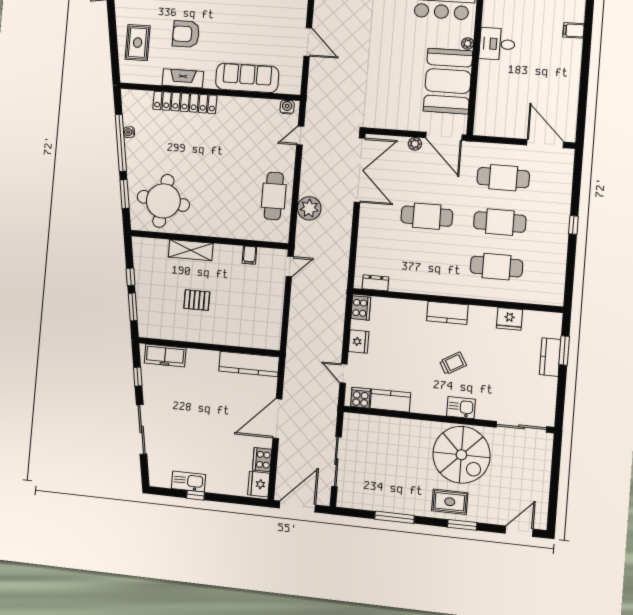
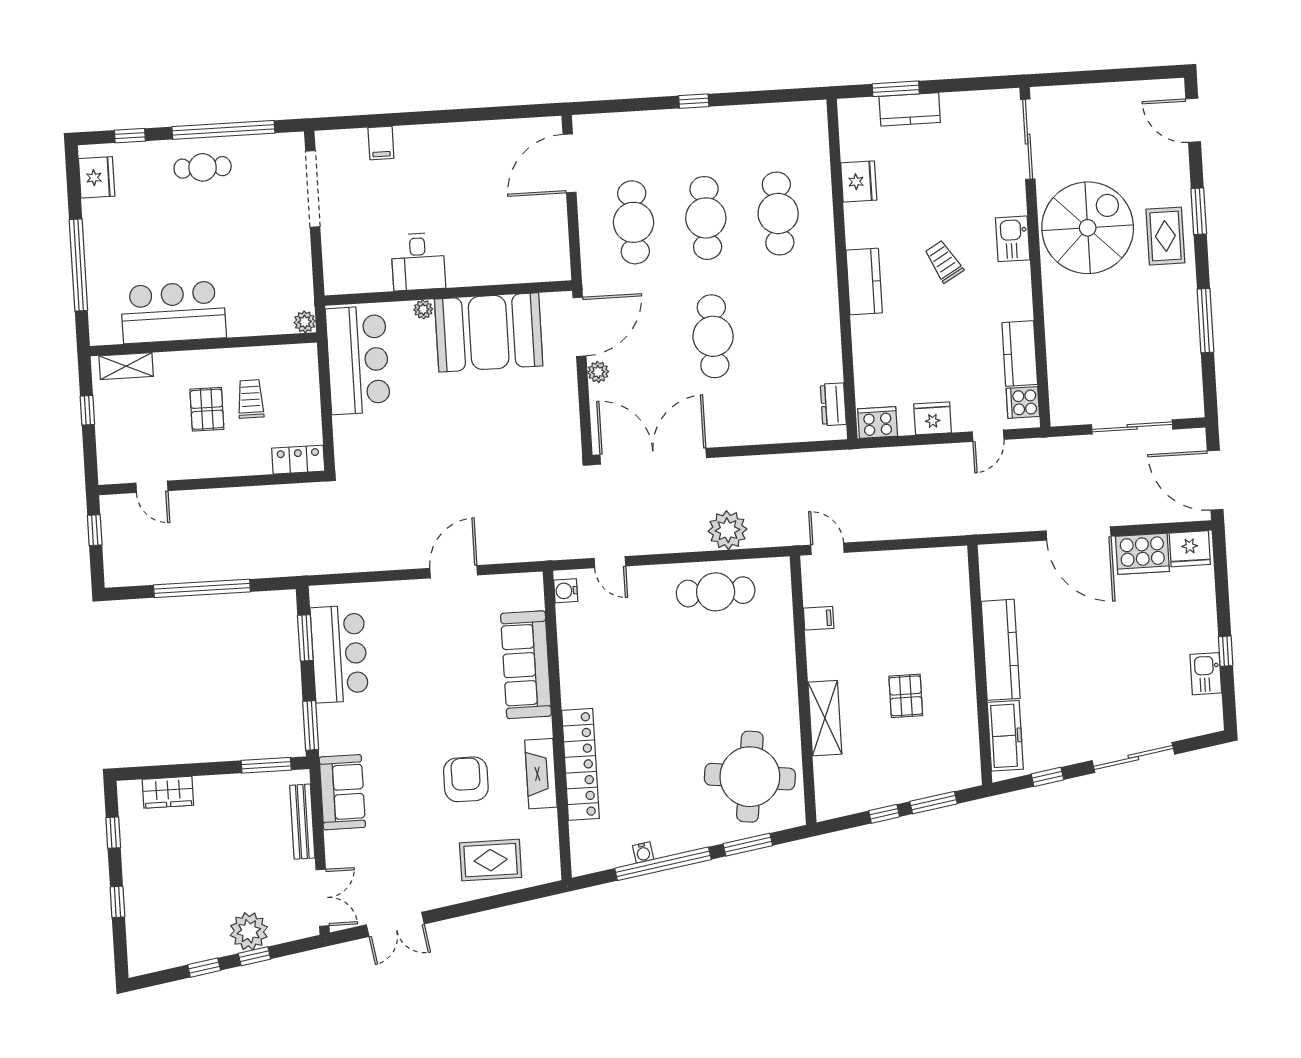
armchair: (186, 34) -> (466, 779), turned 180
kitchen counter: (249, 364) -> (1001, 650), moved
cooker: (262, 460) -> (1142, 554), width x1.37, depth x1.31
kitchen sink: (189, 481) -> (1206, 674), width x0.73

